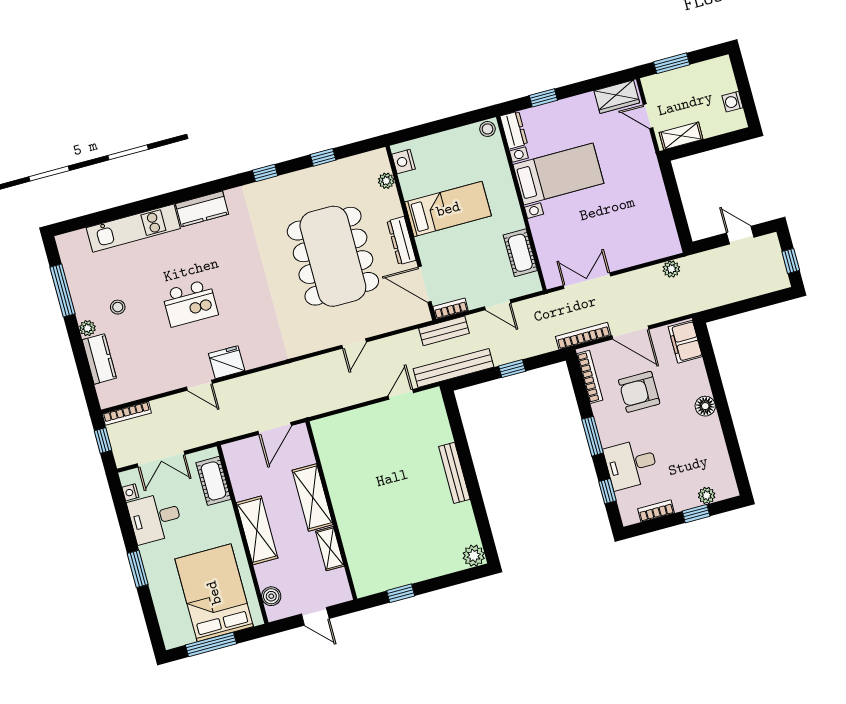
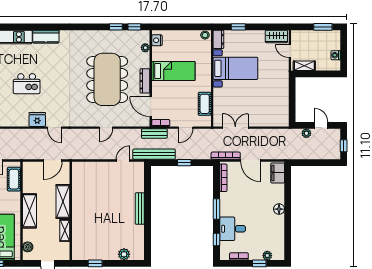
window: (672, 63) -> (323, 27), moved
window: (265, 173) -> (134, 27), moved
plant: (671, 269) -> (306, 133), moved
door: (498, 305) -> (186, 128), hinge flipped
door: (199, 385) -> (54, 128), moved
armchair: (639, 392) -> (247, 192), removed
plant: (474, 556) -> (124, 254), moved

